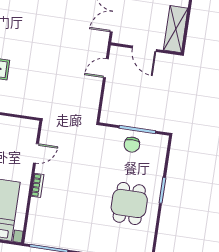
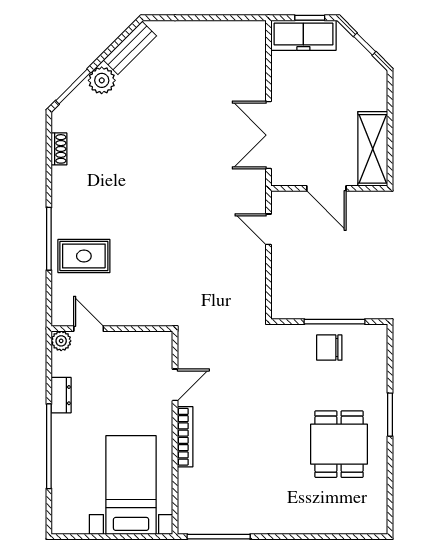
door: (106, 68) -> (269, 229), hinge flipped
chair: (132, 145) -> (329, 348), turned 90
bookcase: (37, 185) -> (185, 437), width x1.56

